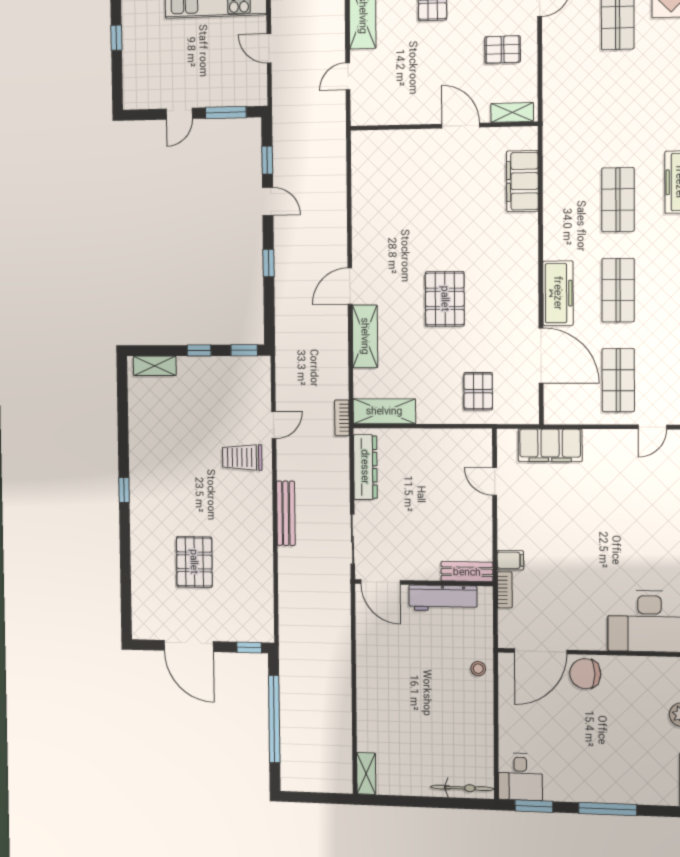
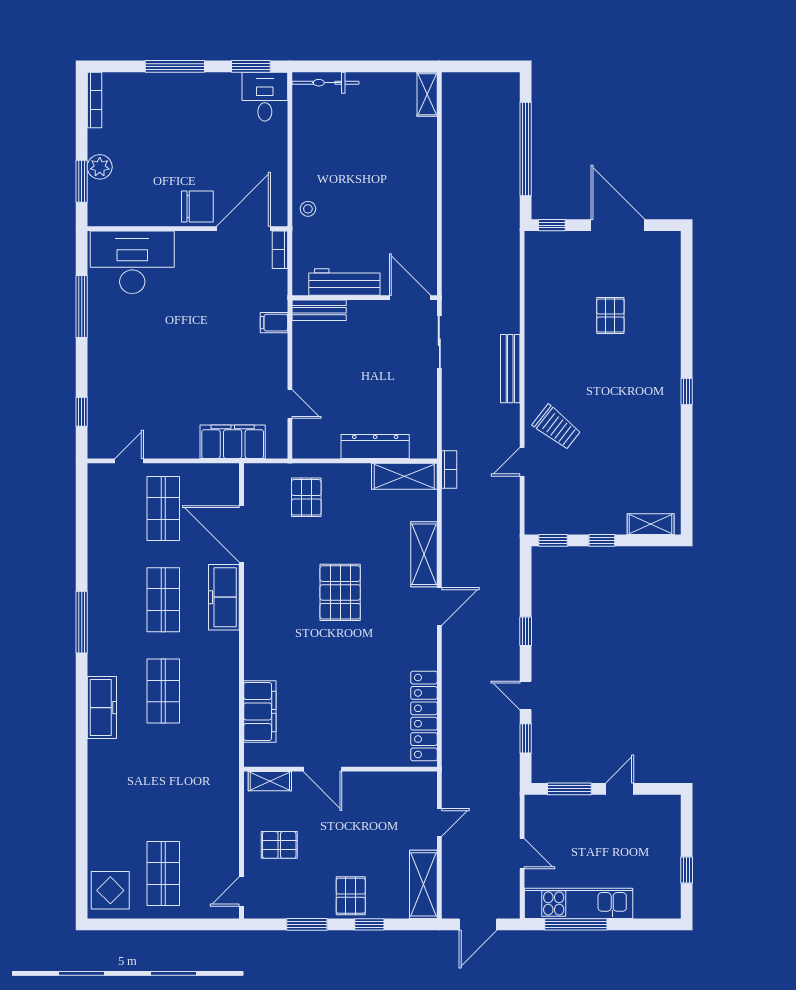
locker: (363, 180) -> (424, 716), added
trolley: (242, 457) -> (557, 427), turned 38
dresser: (365, 467) -> (375, 446), moved, turned 90
pallet: (194, 562) -> (610, 316), width x0.67, depth x0.71
bookcase: (505, 590) -> (280, 250), moved

